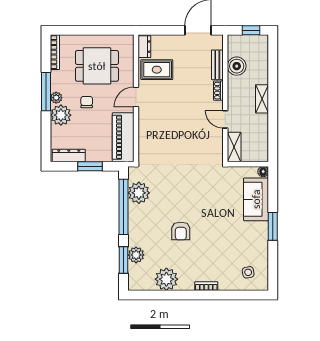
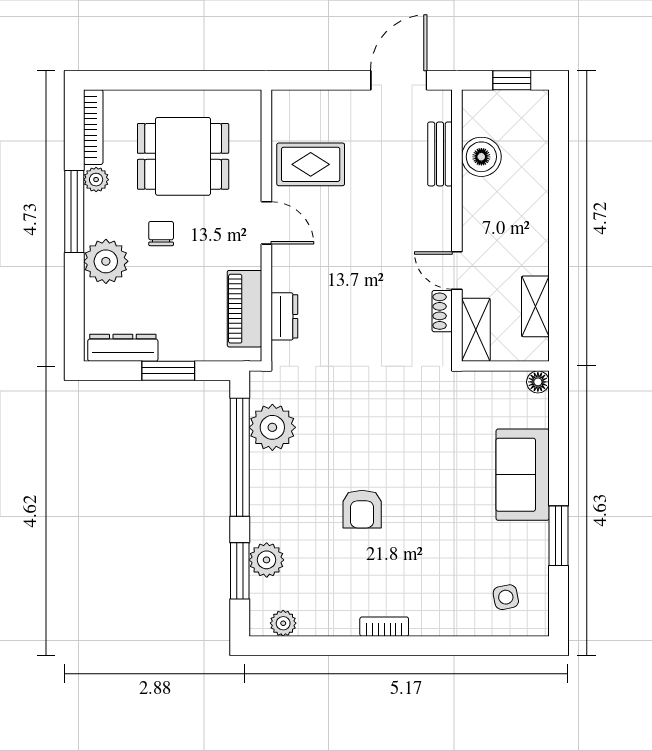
dresser: (144, 47) -> (284, 316), moved
shoe rack: (218, 91) -> (442, 311), moved
door: (136, 97) -> (266, 223), swing flipped
plant: (56, 98) -> (96, 180), moved
shelving: (262, 99) -> (535, 306), moved
piano: (123, 137) -> (244, 309), width x0.73, depth x0.75
sofa: (256, 199) -> (523, 475), moved
window: (273, 226) -> (558, 536), moved
plant: (166, 279) -> (283, 623), moved, width x0.53, depth x0.53
bookcase: (206, 286) -> (384, 627), moved

